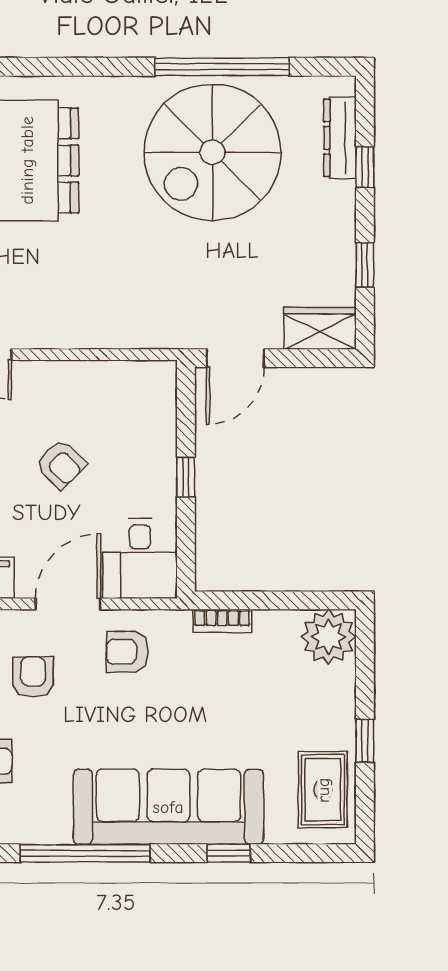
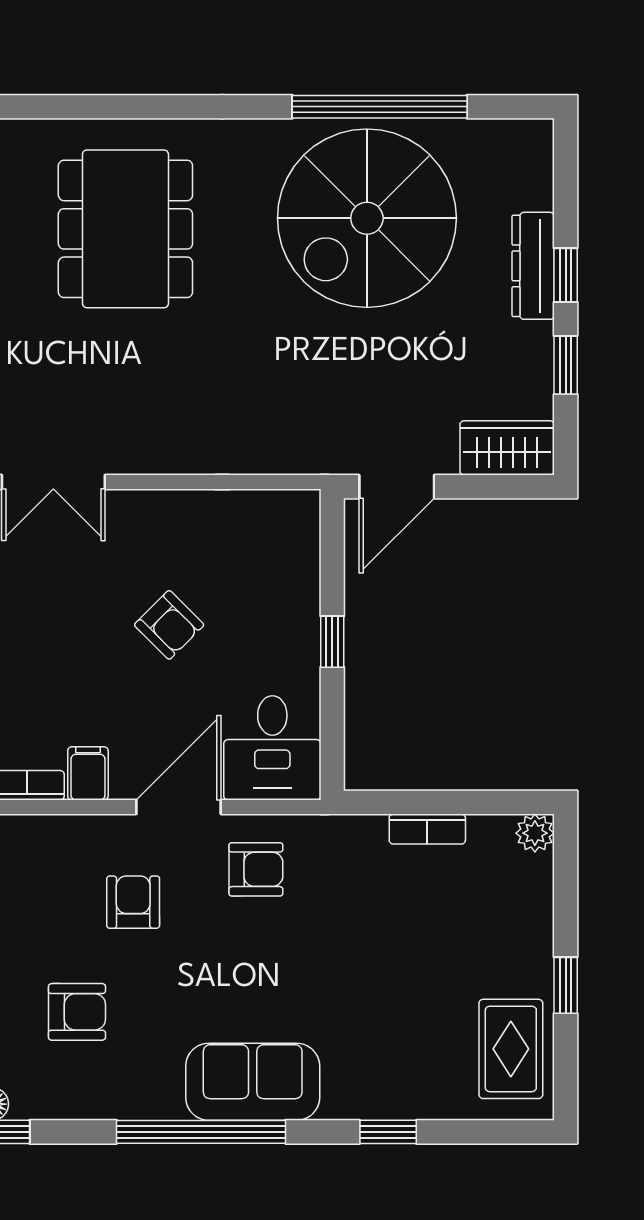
dresser: (340, 138) -> (533, 266), moved
window: (365, 167) -> (566, 275), moved
bookcase: (222, 621) -> (427, 829), moved
plant: (328, 637) -> (535, 833), width x0.53, depth x0.53
armchair: (127, 652) -> (256, 869), turned 180
sofa: (168, 807) -> (253, 1082), width x0.54, depth x0.79

